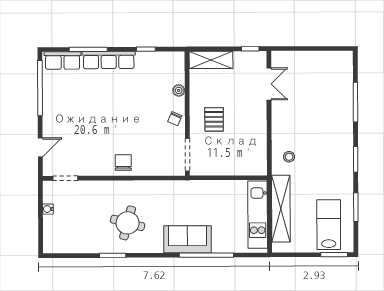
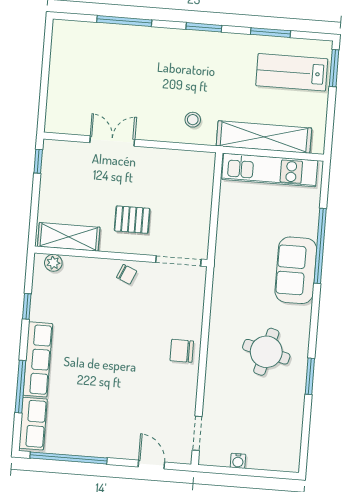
shelving: (211, 60) -> (69, 237), moved, turned 90
double door: (269, 84) -> (112, 141), moved
plant: (179, 90) -> (53, 263), moved

